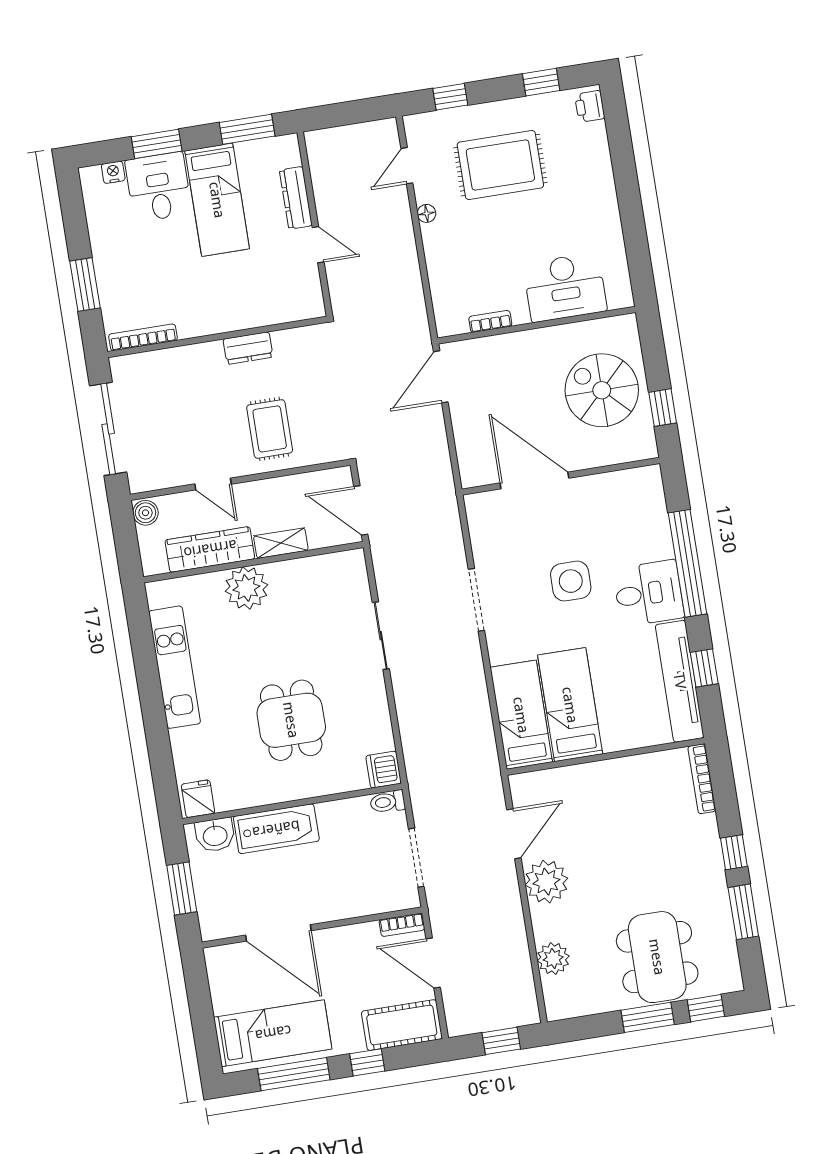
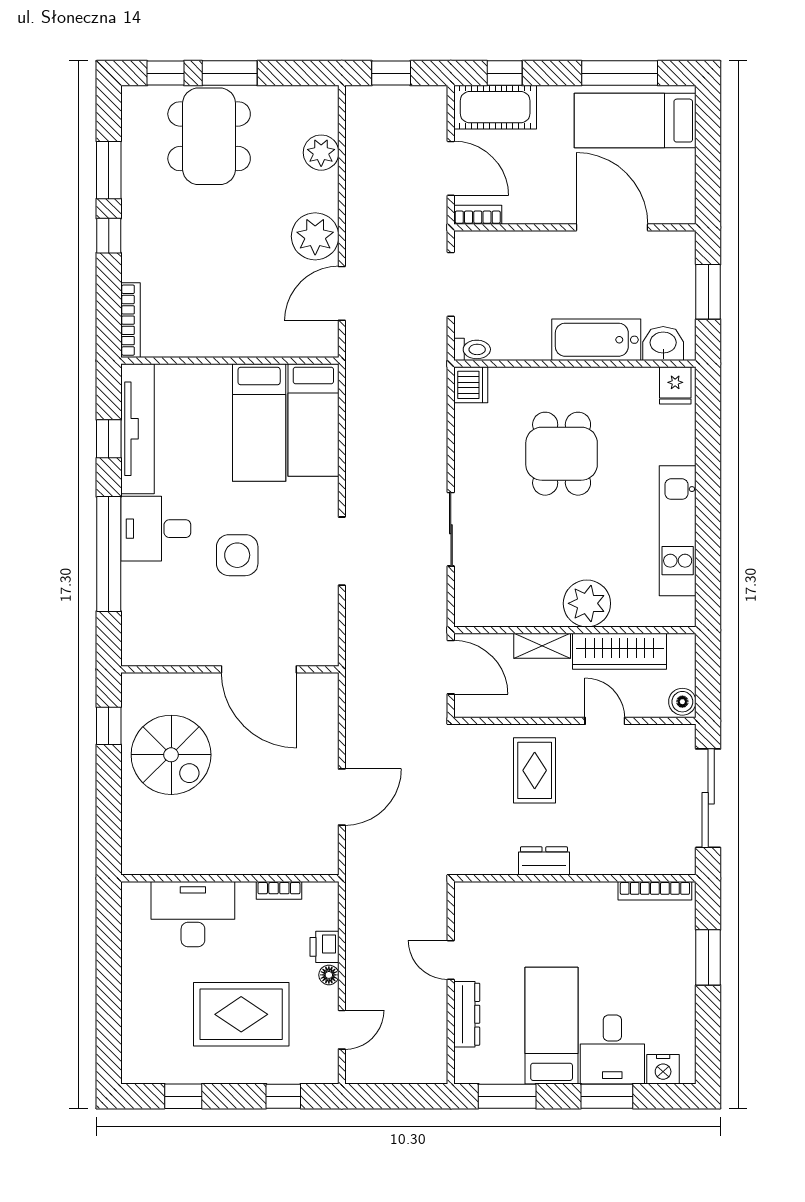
printer: (590, 106) -> (324, 947), moved, turned 180
nightstand: (113, 172) -> (663, 1069), width x1.39, depth x1.35
desk: (565, 287) -> (193, 914), moved
bookcase: (490, 321) -> (279, 890), moved
wall: (537, 325) -> (230, 878), moved
window: (367, 1062) -> (505, 73), moved

